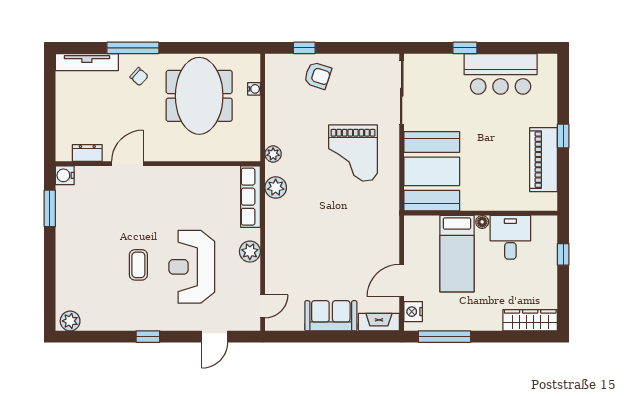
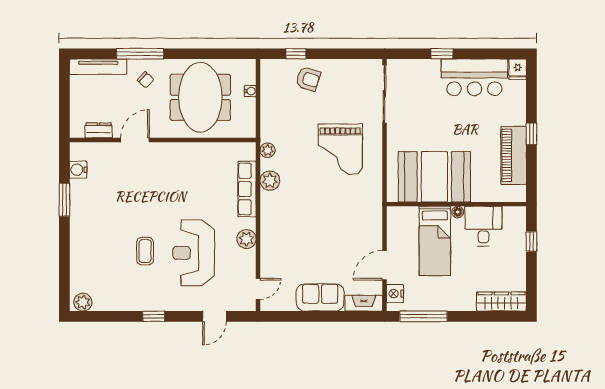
fridge: (548, 65) -> (518, 69), added
dresser: (87, 153) -> (99, 130), moved
door: (127, 164) -> (135, 140), moved
wall: (158, 164) -> (163, 140), moved
booth: (432, 171) -> (434, 177), moved, turned 90

